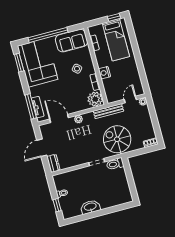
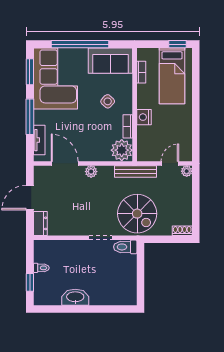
window: (31, 106) -> (30, 117), moved
spiral stairs: (117, 139) -> (137, 214), turned 180

